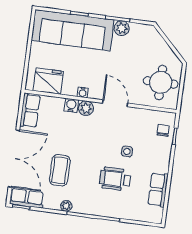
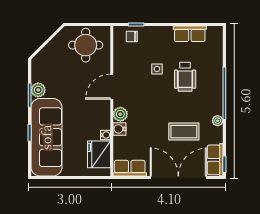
water cooler: (83, 92) -> (105, 135), moved

